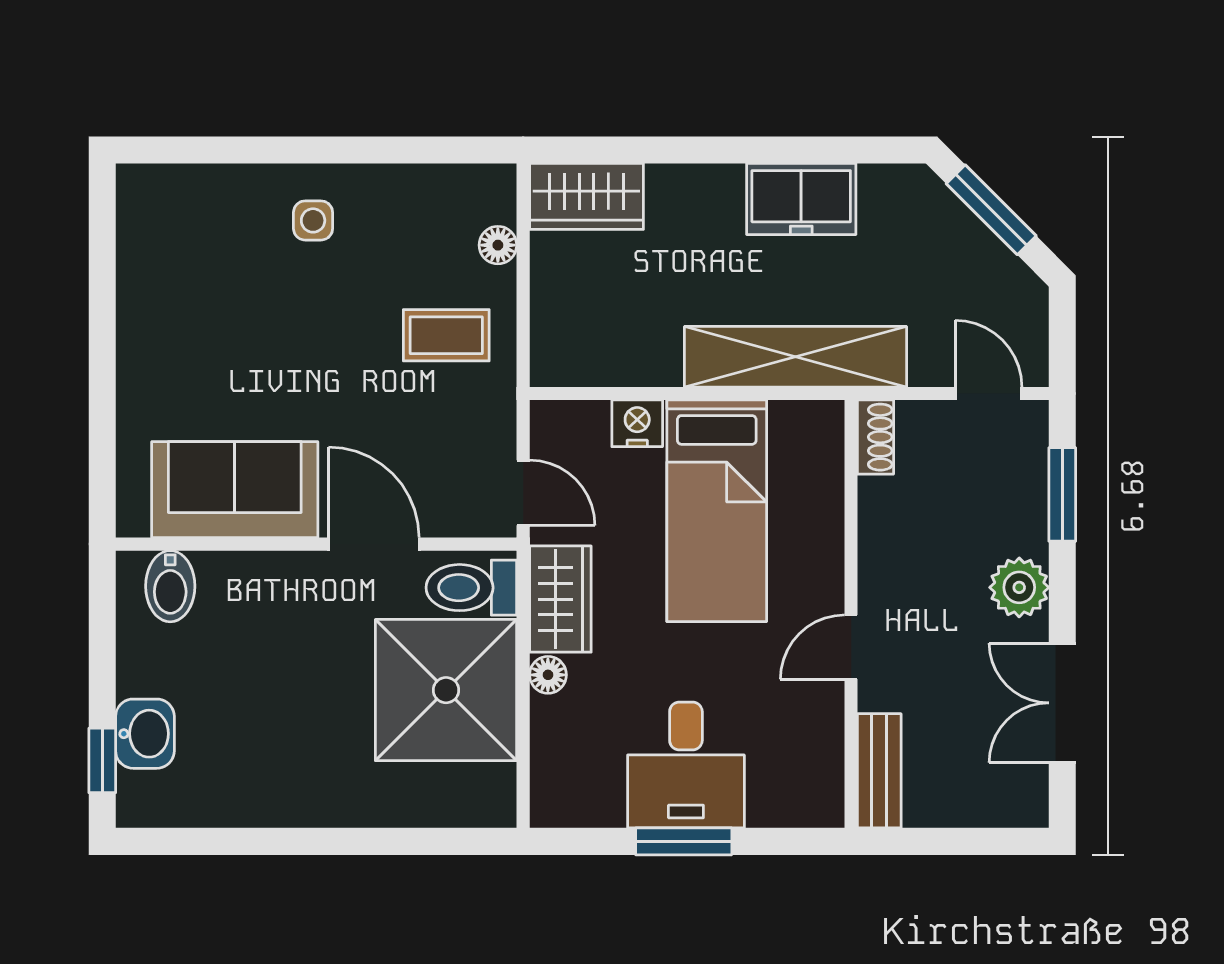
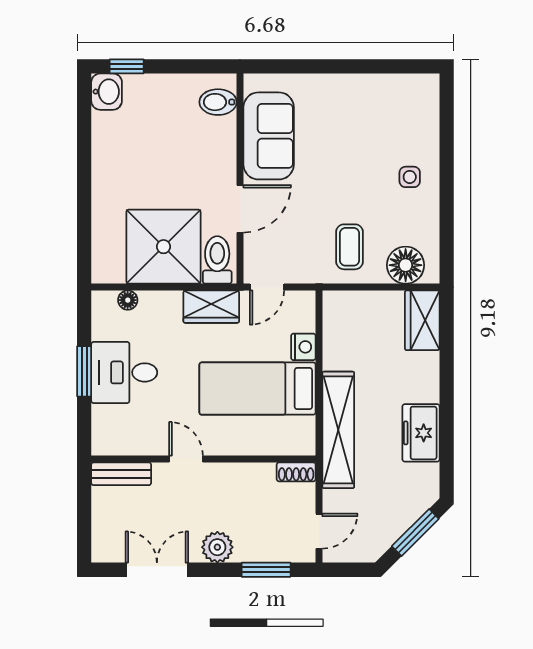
floor lamp: (498, 245) -> (406, 265), width x1.89, depth x1.89
floor lamp: (548, 675) -> (128, 300), moved
washbasin: (145, 734) -> (107, 92), moved, turned -90

